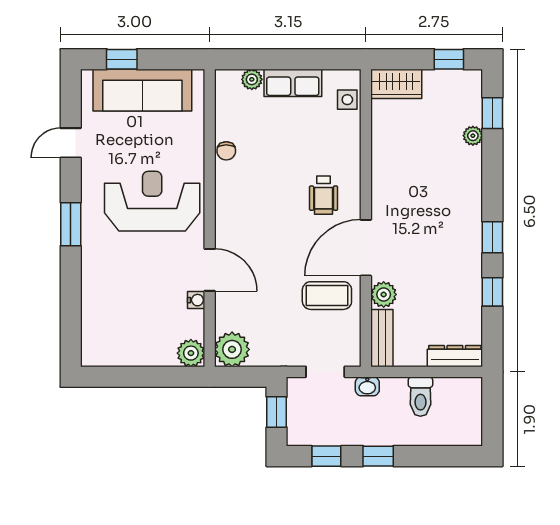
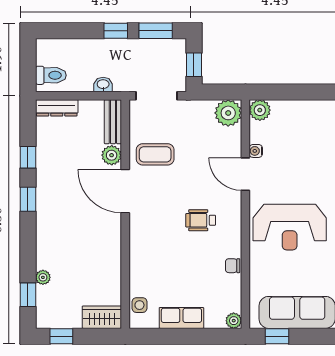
window: (122, 59) -> (277, 336), moved
plant: (252, 79) -> (234, 321), moved
chair: (226, 151) -> (233, 266), turned -90
wheelchair: (324, 195) -> (201, 220), moved, turned -90
door: (366, 248) -> (125, 191), swing flipped
doorway: (325, 372) -> (157, 96), width x1.38
washbasin: (367, 386) -> (103, 85), moved
toilet: (420, 397) -> (51, 75), moved, turned 90
window: (326, 456) -> (156, 31), width x1.50

